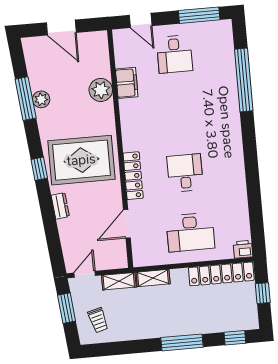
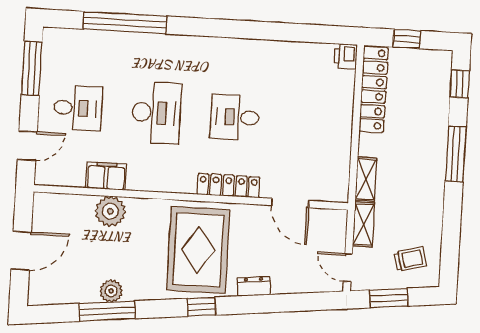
desk: (190, 232) -> (156, 113), moved

